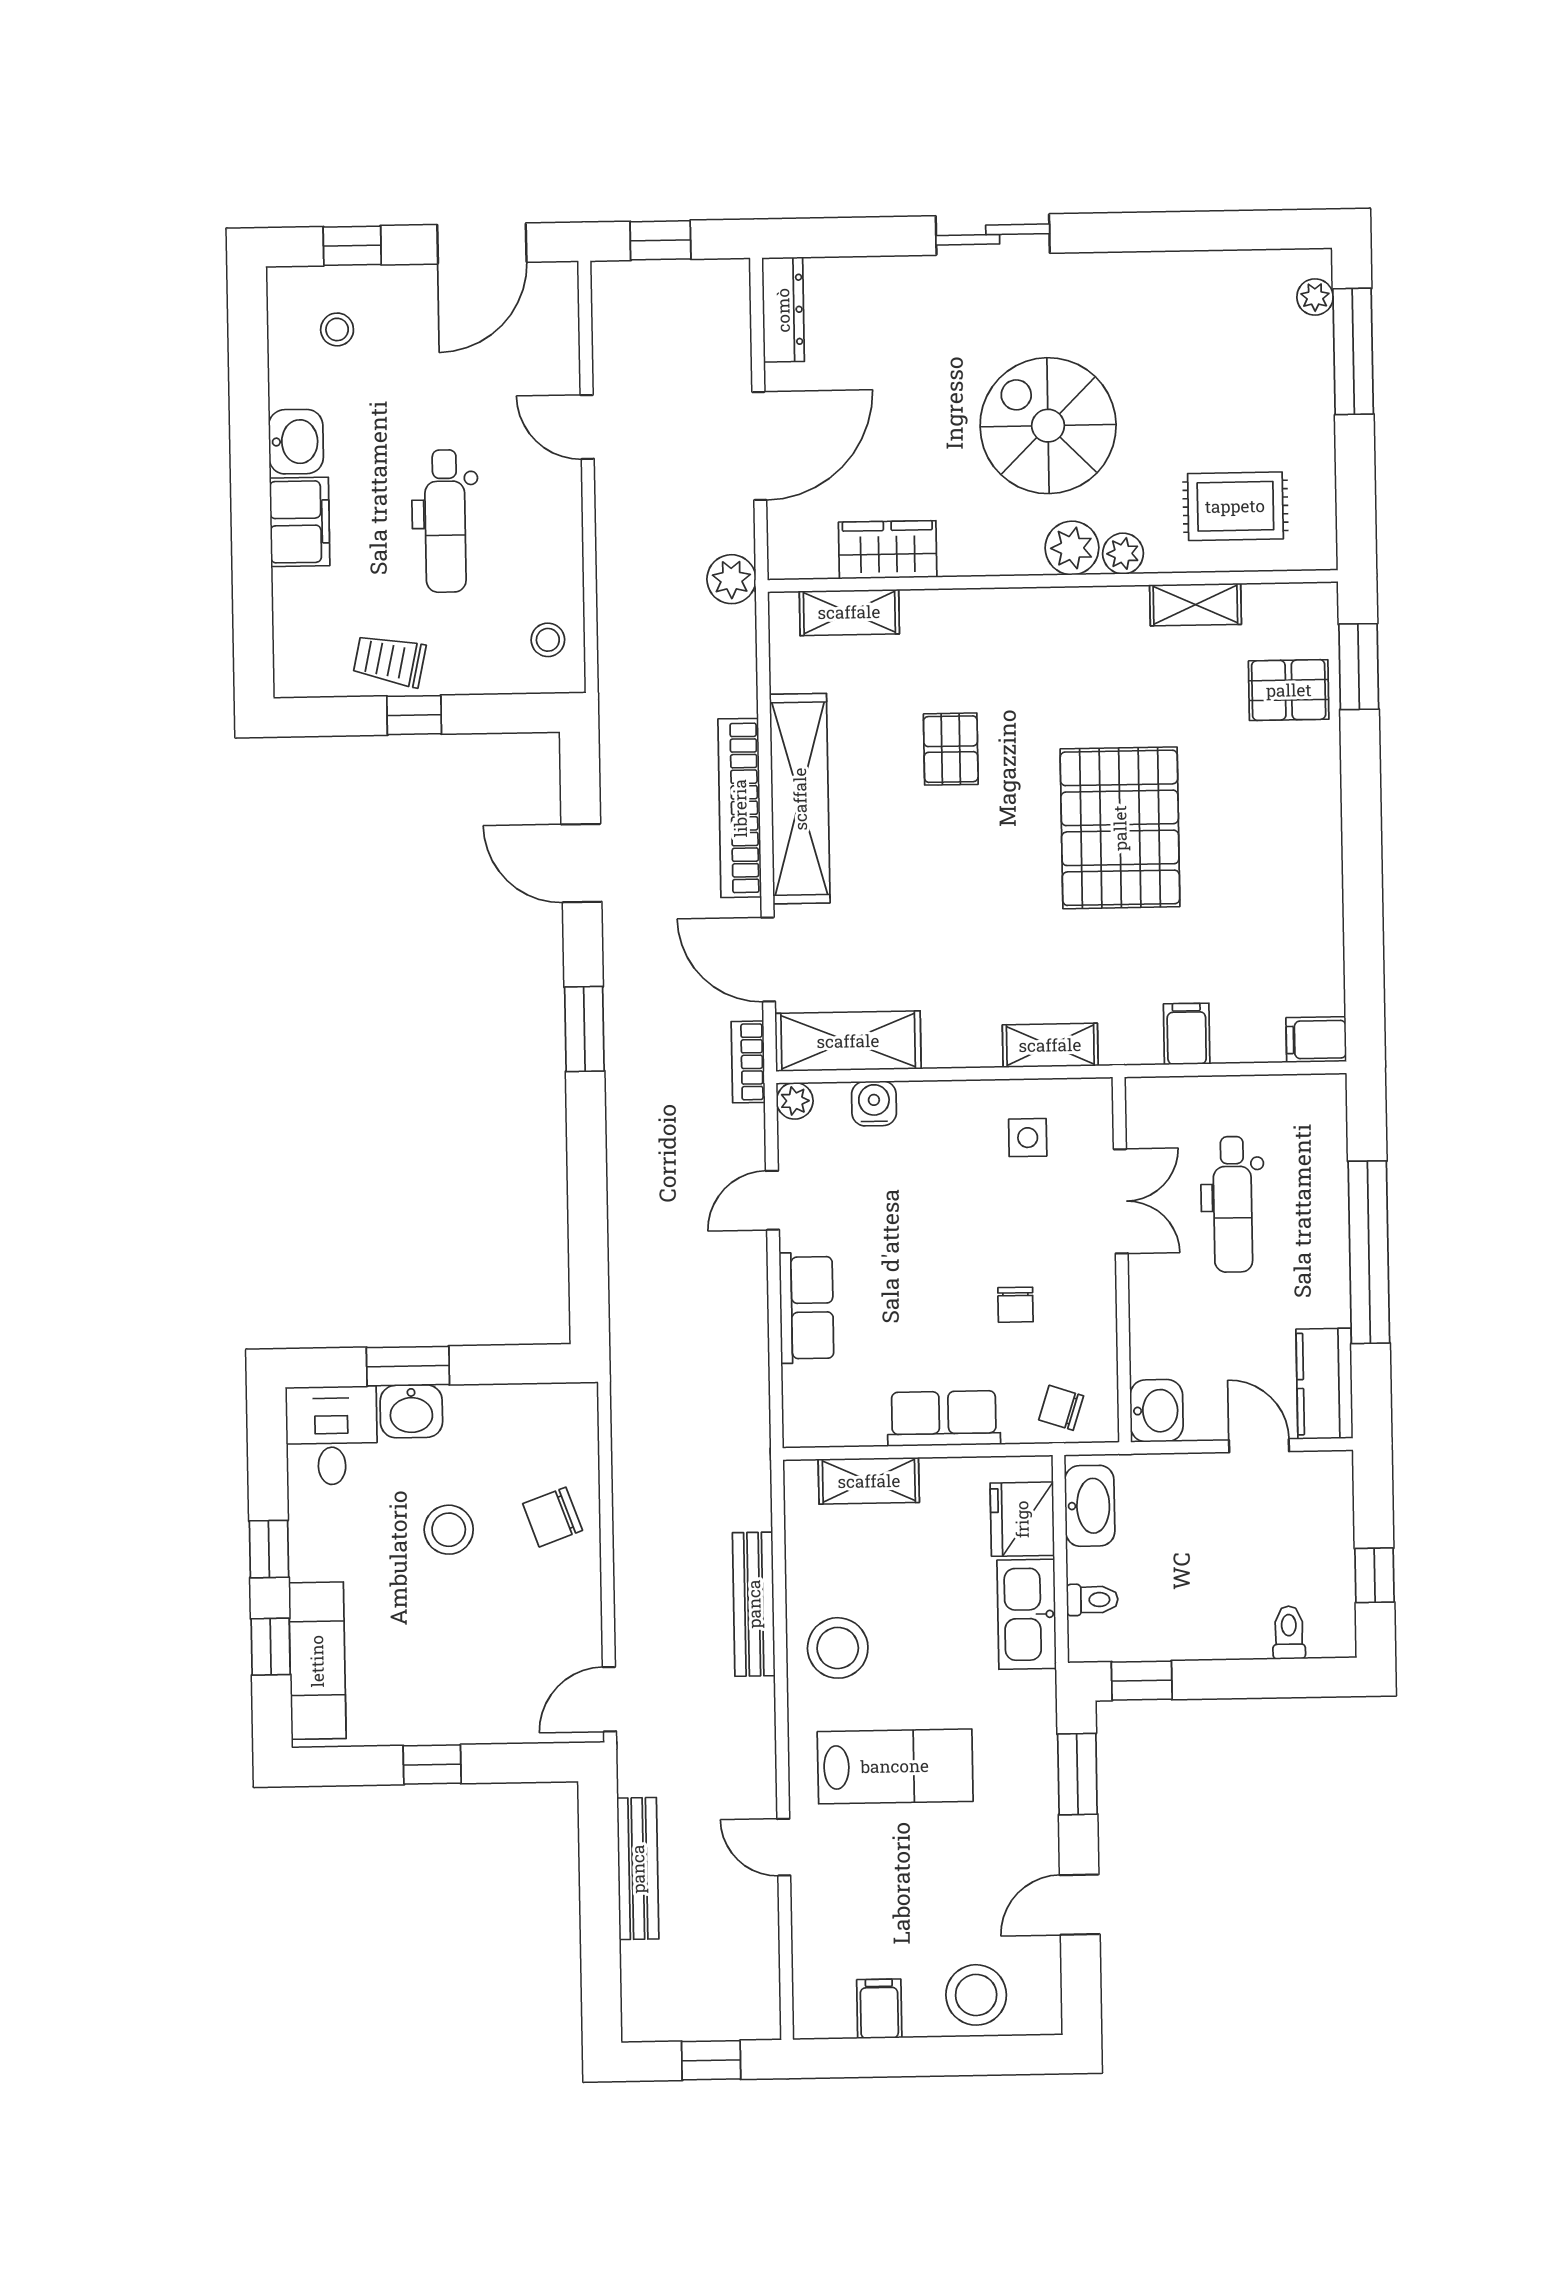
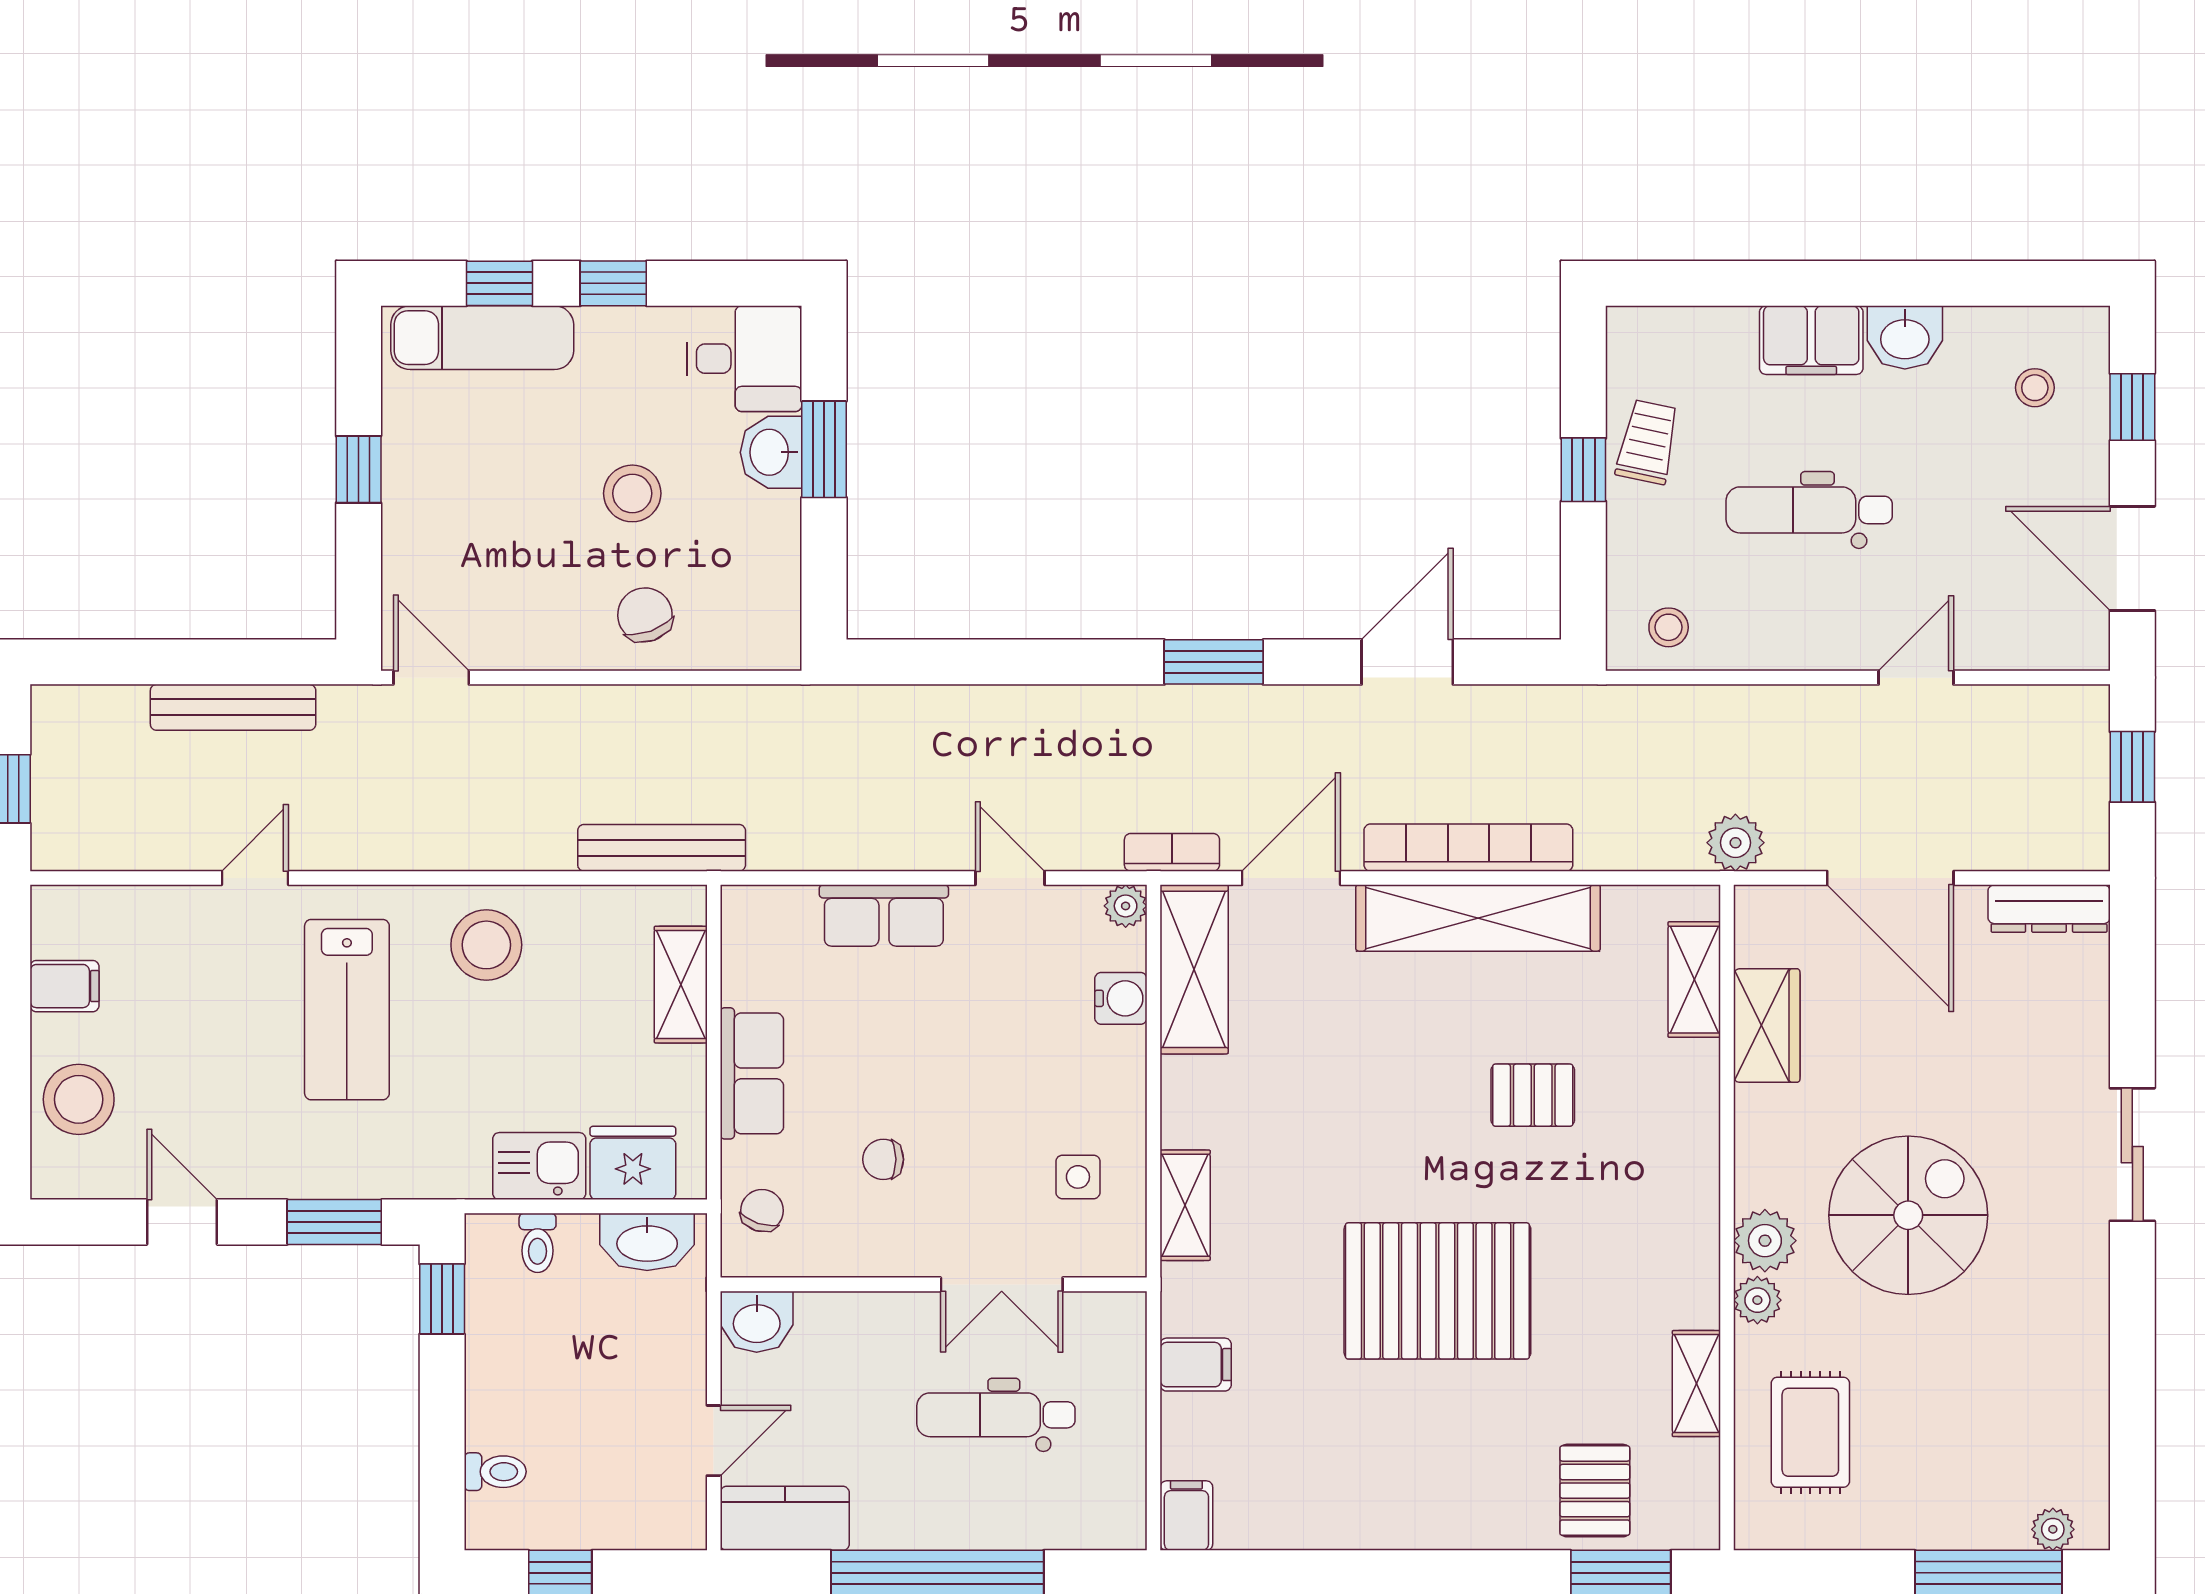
bench: (754, 1604) -> (662, 848), moved
kitchen sink: (1027, 1614) -> (539, 1166), width x0.73

